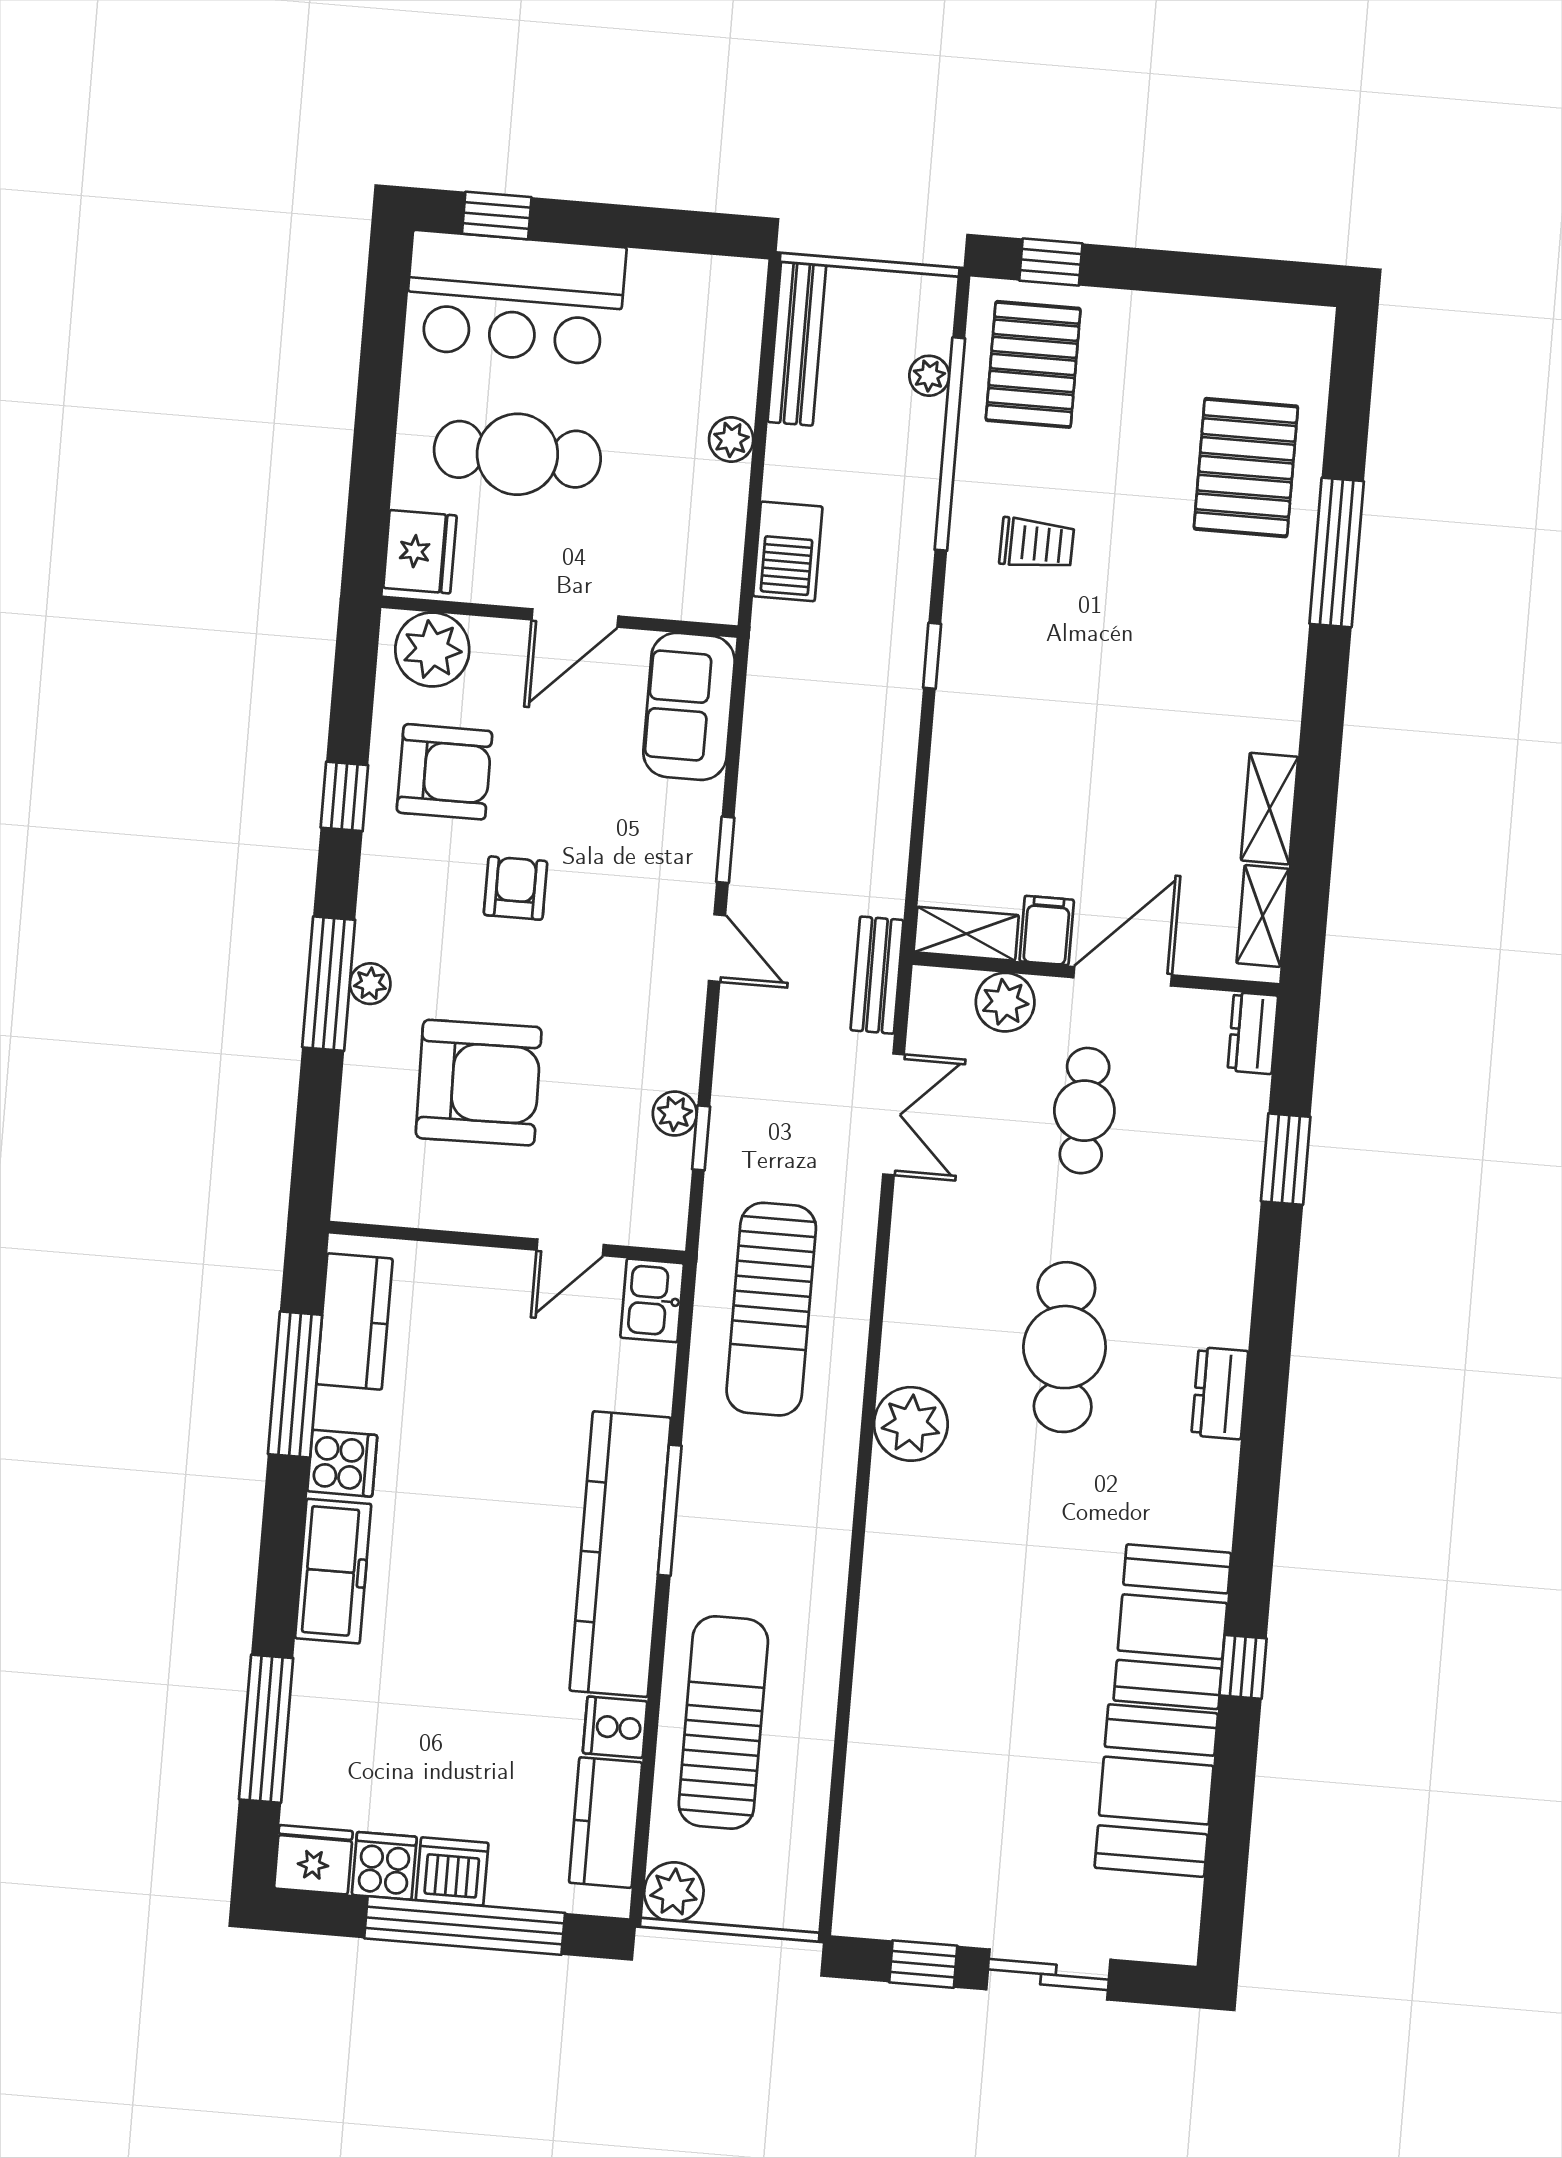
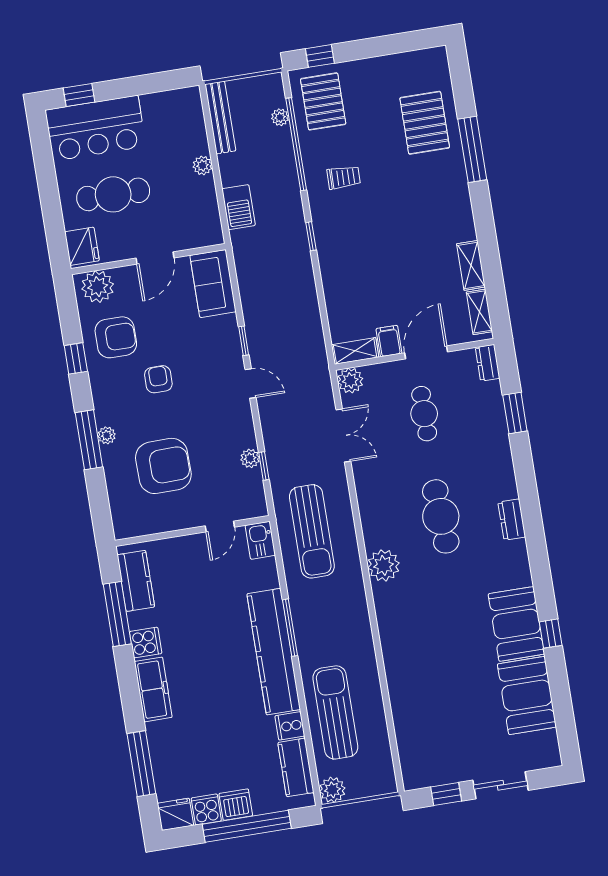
bench: (877, 975) -> (321, 378), removed
plant: (1005, 1002) -> (350, 381), moved

